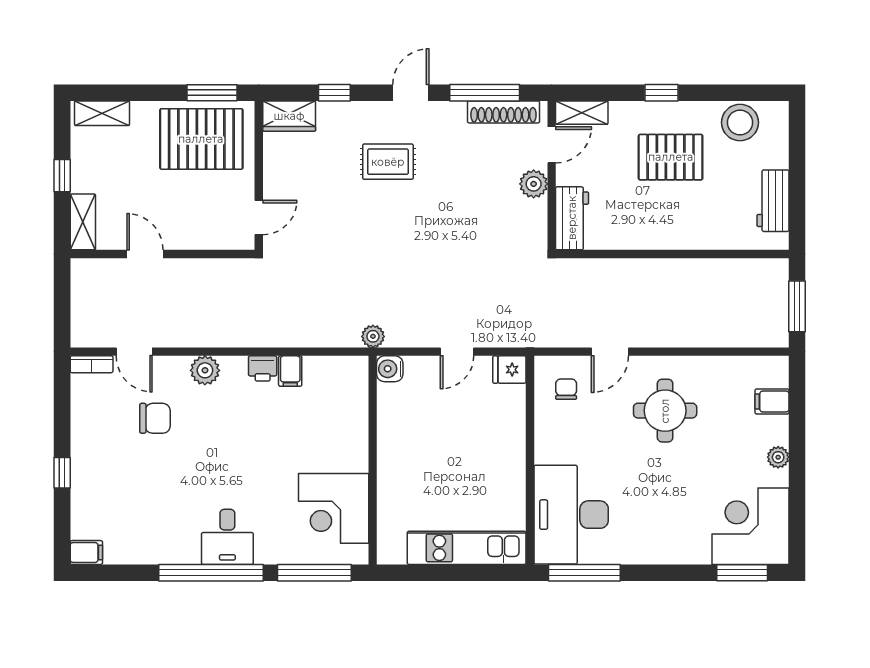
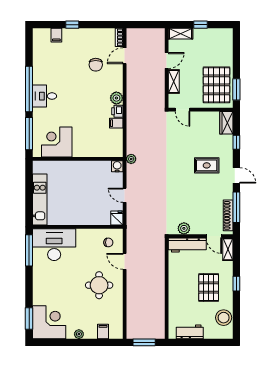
shelving: (102, 113) -> (174, 81), moved
rug: (388, 162) -> (207, 165), turned 90
plant: (534, 184) -> (184, 228), moved
workbench: (572, 218) -> (187, 245), width x1.38
plant: (205, 370) -> (116, 98), moved
filing cabinet: (86, 553) -> (56, 35), moved

